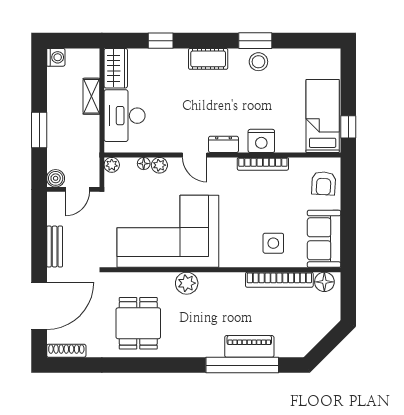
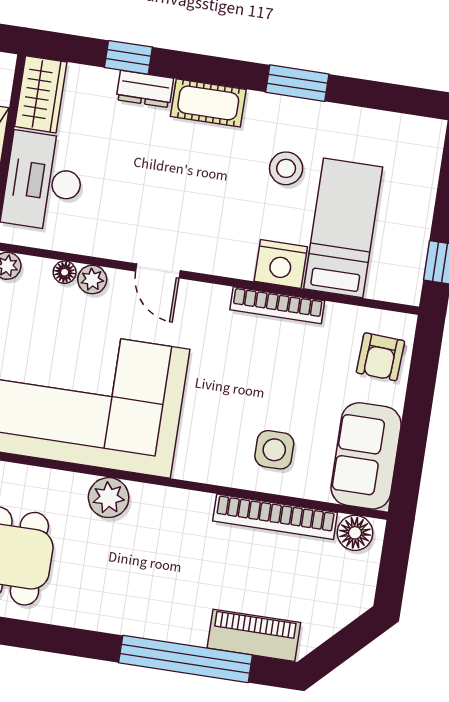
stool: (258, 62) -> (286, 168), moved
bed: (323, 116) -> (343, 228), moved
dresser: (224, 144) -> (145, 89), moved, turned 180
piano: (249, 346) -> (254, 635), moved

